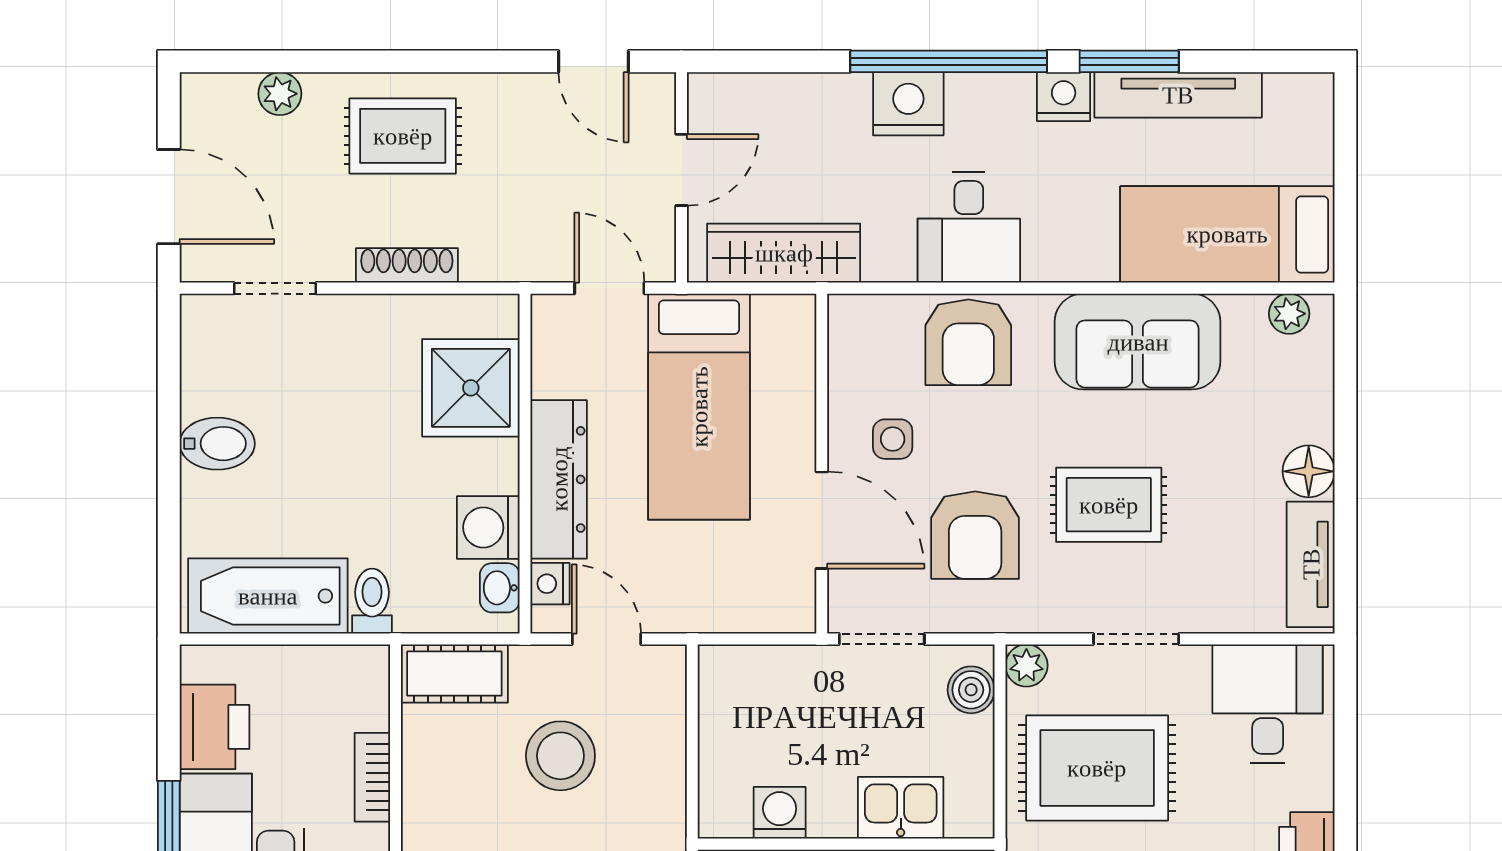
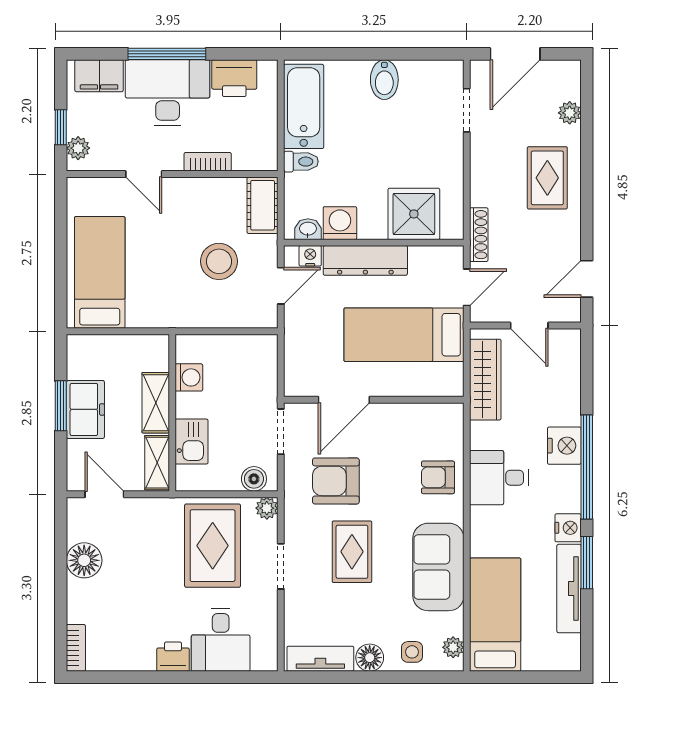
shoe rack: (407, 265) -> (479, 235), moved
armchair: (968, 342) -> (438, 477), width x0.72, depth x0.72
side table: (893, 439) -> (412, 652), moved
desk: (1268, 704) -> (221, 640), moved, turned 90

